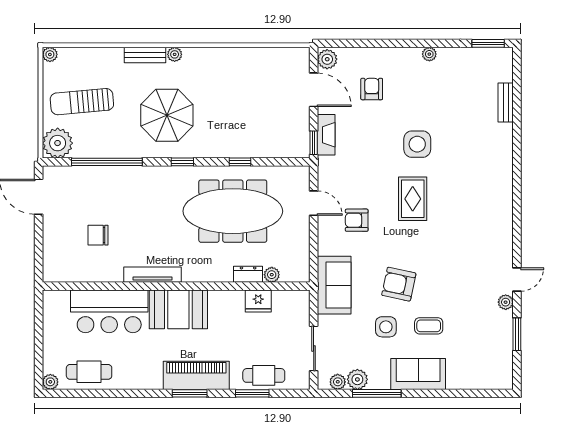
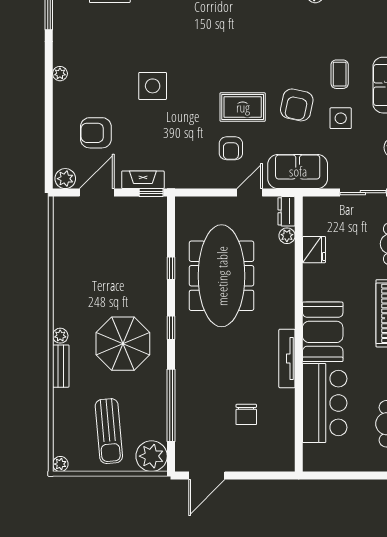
armchair: (372, 89) -> (96, 133), width x1.38, depth x1.38
rug: (413, 199) -> (243, 107), moved
door: (314, 203) -> (250, 193), moved
dresser: (248, 274) -> (287, 211), moved

